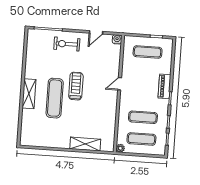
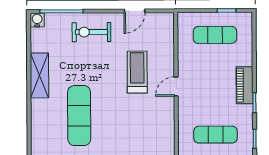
water cooler: (117, 39) -> (37, 20), moved
treadmill: (76, 86) -> (137, 72), moved
shelving: (29, 94) -> (39, 75), moved

